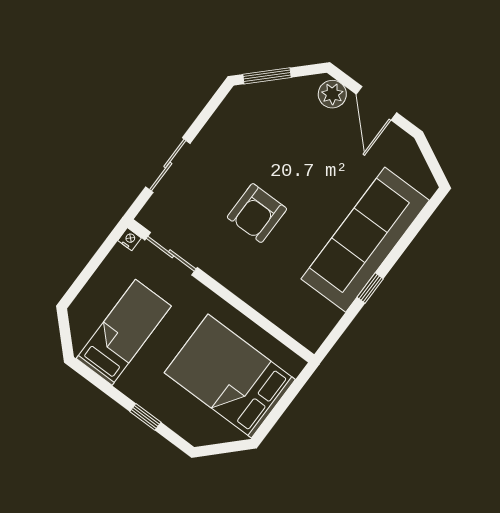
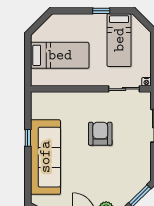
bed: (230, 376) -> (60, 55), width x0.67
window: (145, 417) -> (101, 11), moved

